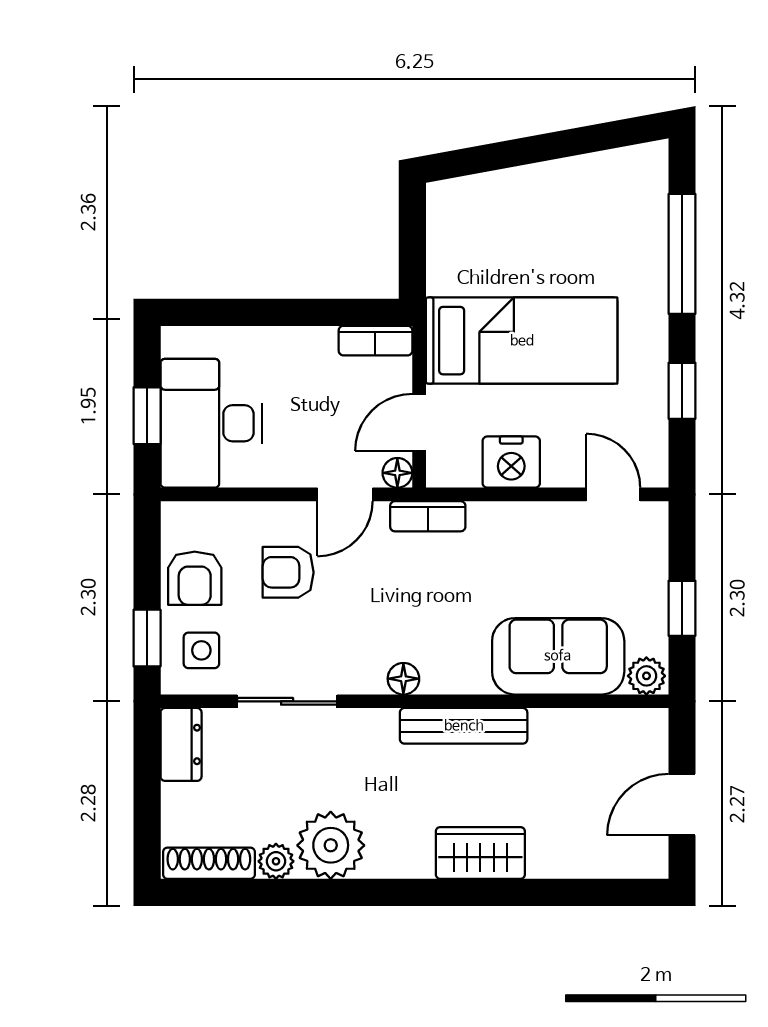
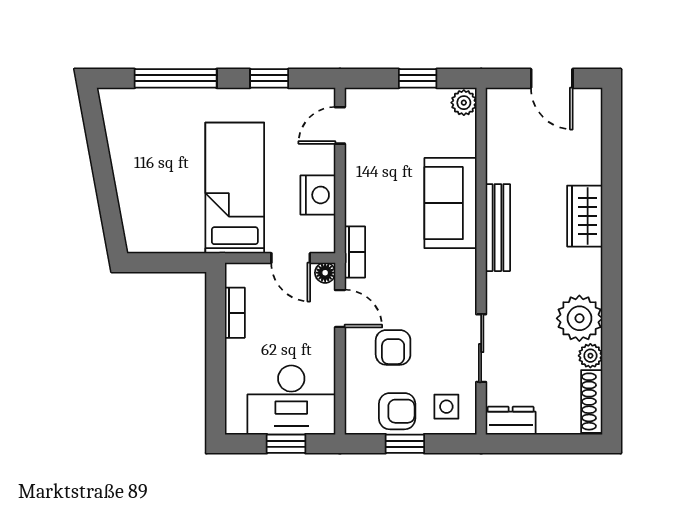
bookcase: (375, 341) -> (235, 313), moved
window: (147, 638) -> (405, 444), moved
sofa: (558, 656) -> (450, 203), moved
floor lamp: (403, 679) -> (466, 269), removed

